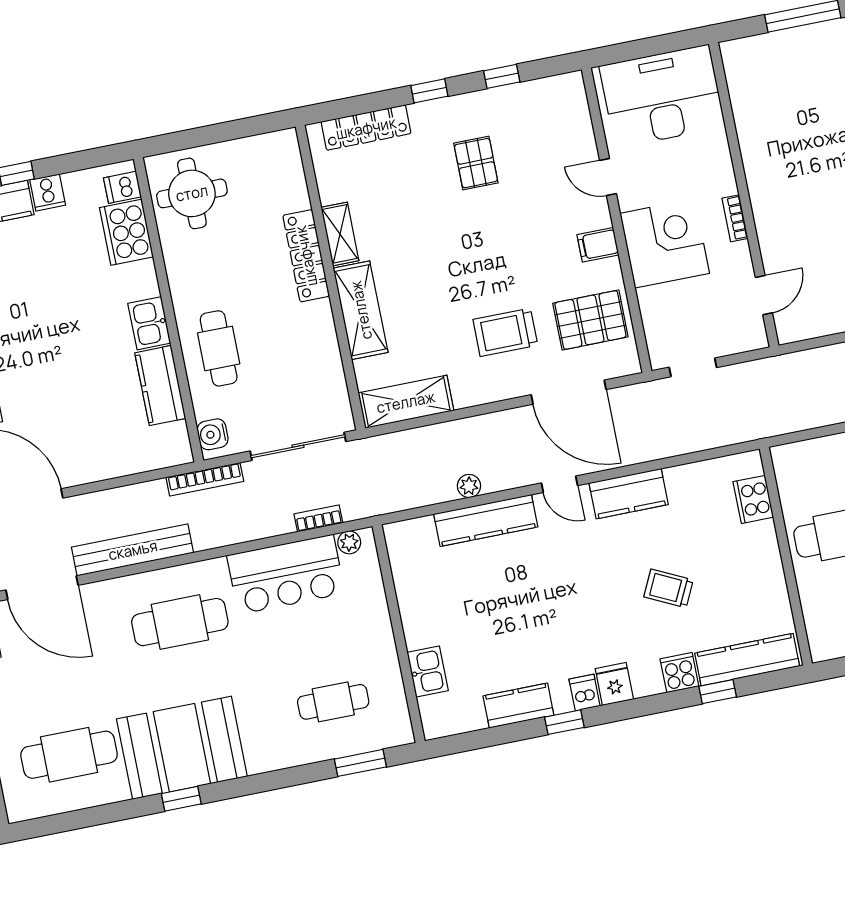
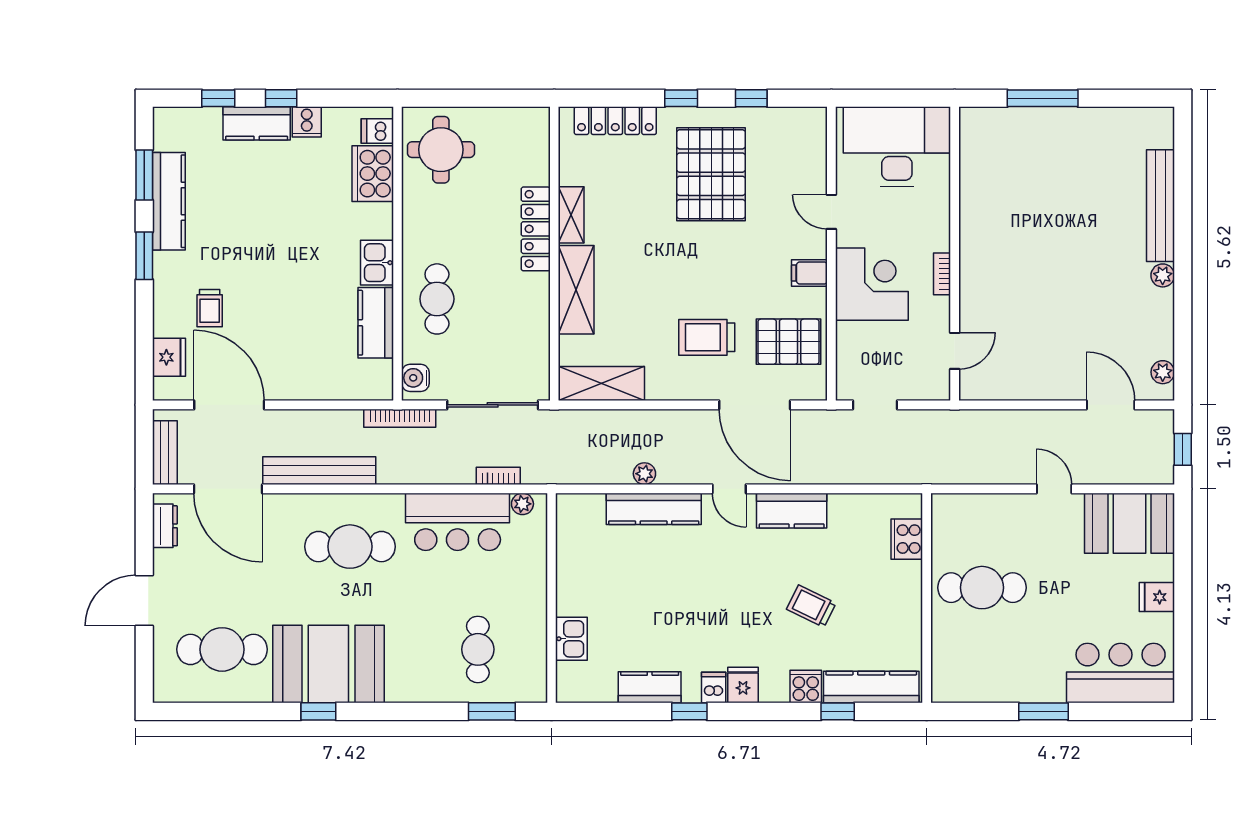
pallet: (476, 163) -> (711, 174), width x2.05, depth x2.00
cafe table: (333, 702) -> (478, 649), turned 90

